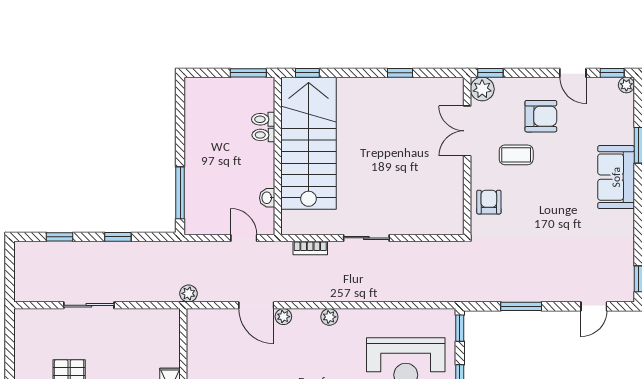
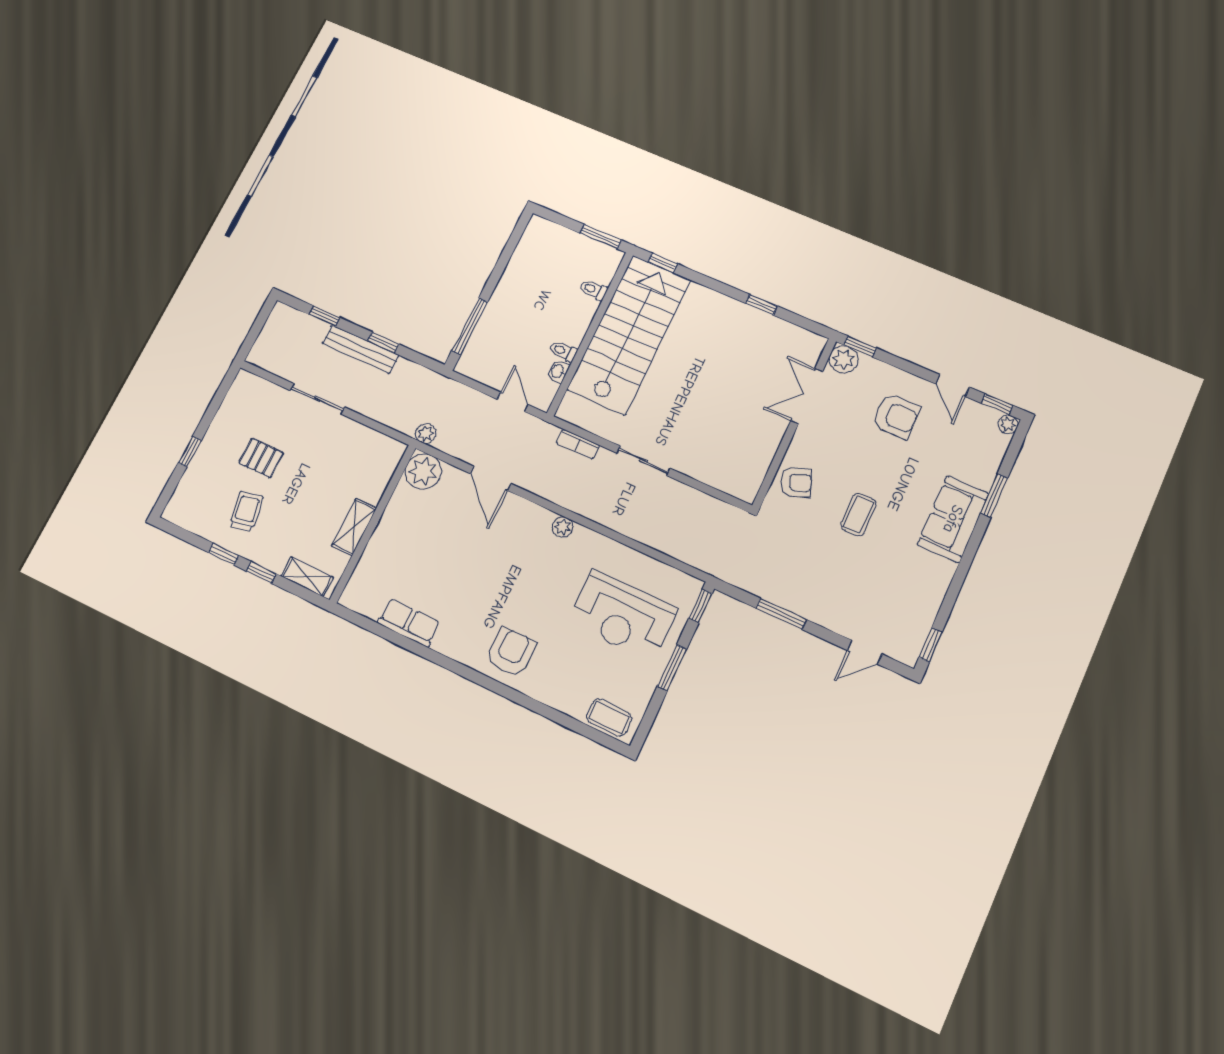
toilet: (263, 135) -> (563, 351), moved
coffee table: (516, 155) -> (858, 515), moved, turned 90
armchair: (489, 202) -> (796, 482), turned 69
bench: (102, 251) -> (360, 349), added
plant: (283, 317) -> (423, 471), moved, width x1.88, depth x1.88

